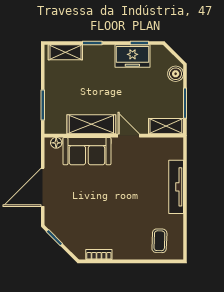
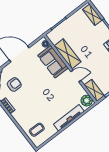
door: (129, 136) -> (76, 76), hinge flipped
plant: (172, 146) -> (87, 101), added
armchair: (78, 225) -> (14, 84), added

